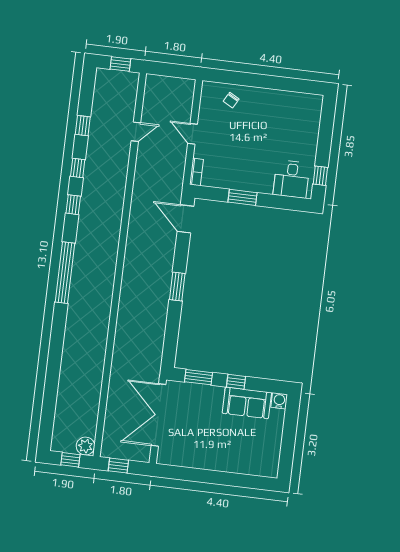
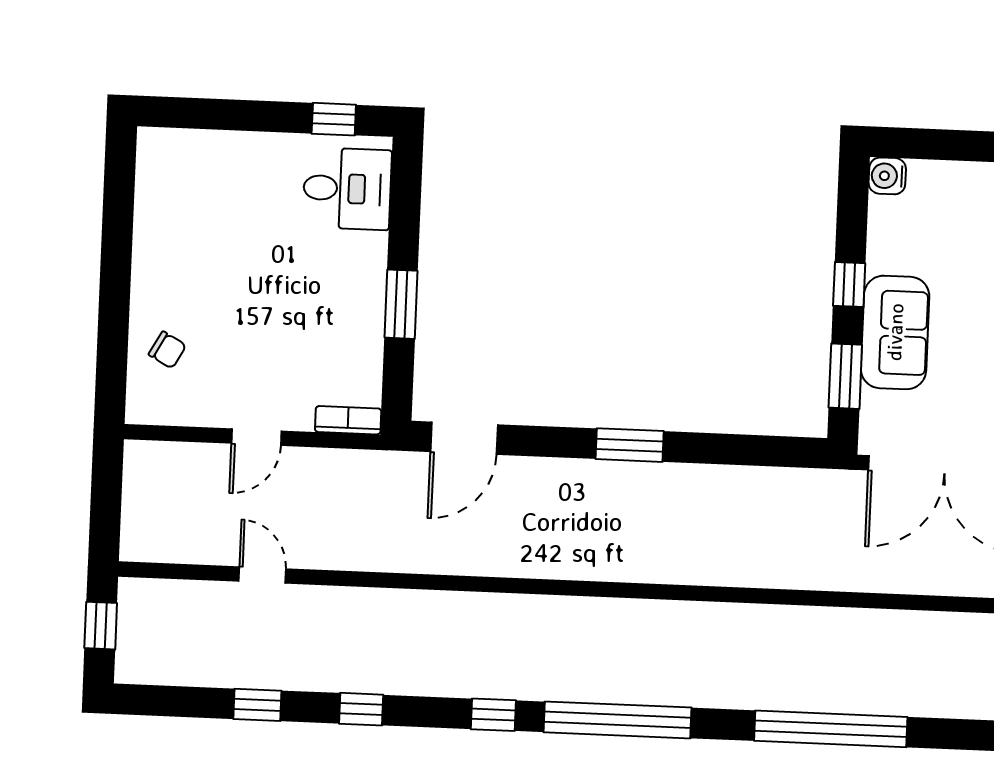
window: (73, 205) -> (493, 715), moved
window: (54, 360) -> (831, 729), added
sofa: (247, 403) -> (895, 332), moved

